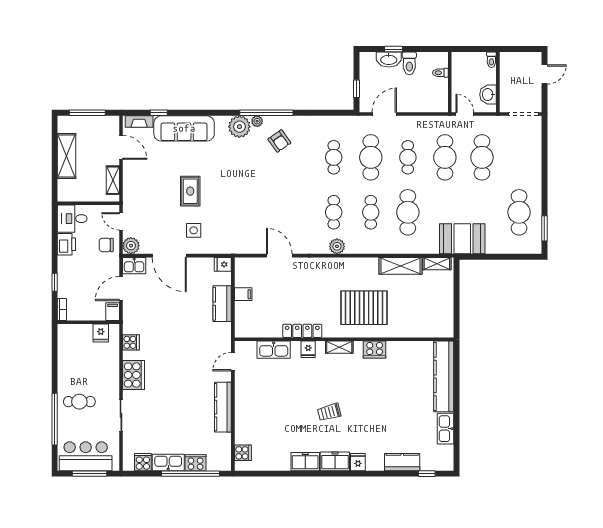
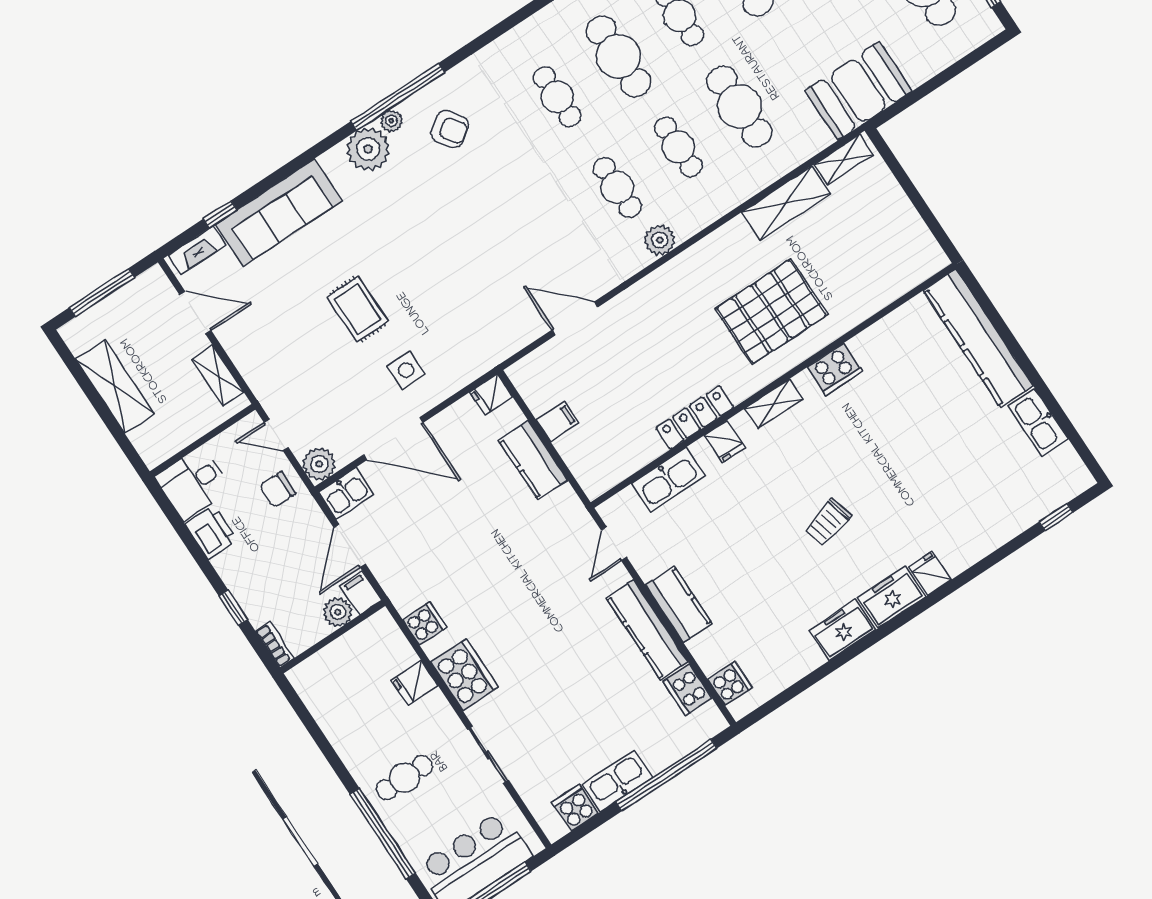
plant: (97, 313) -> (338, 612), added
fridge: (101, 333) -> (415, 683), moved, turned 90
kitchen counter: (402, 462) -> (679, 604), moved, turned 90
cooker: (196, 463) -> (688, 690), moved, turned -90

